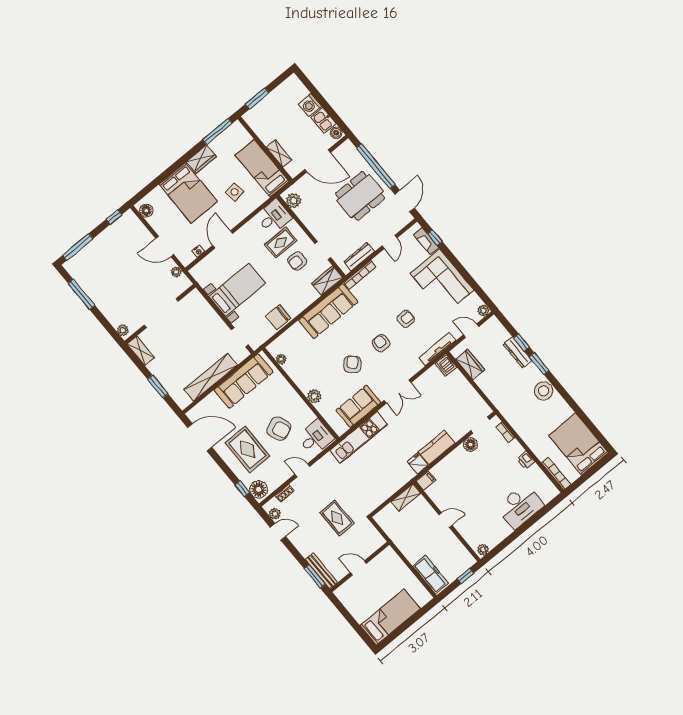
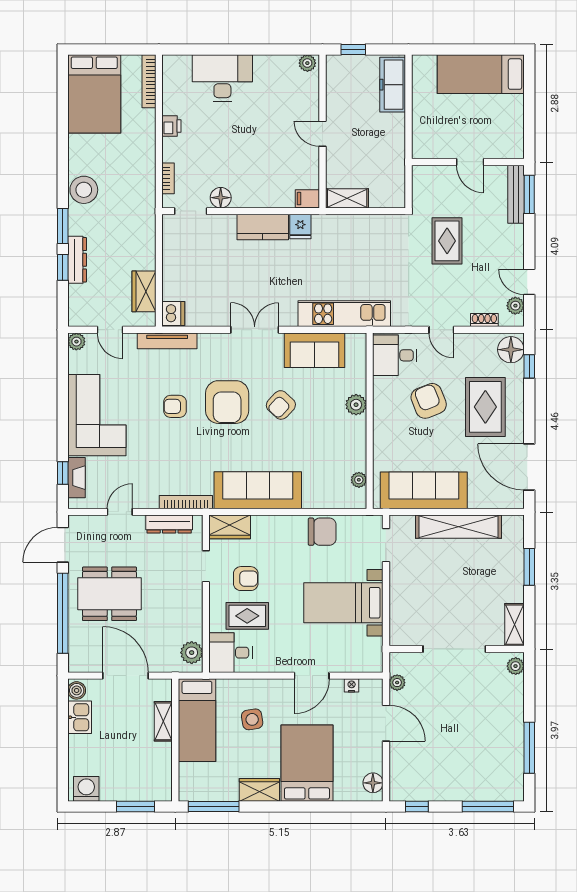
washing machine: (310, 105) -> (86, 789), moved, turned -90
armchair: (381, 343) -> (227, 402), width x1.88, depth x1.88

